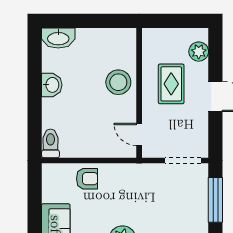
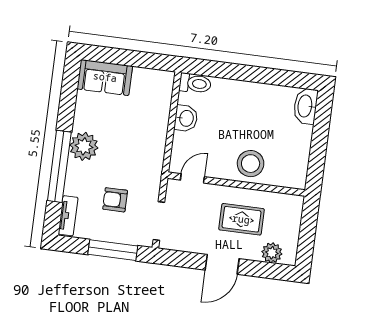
washbasin: (52, 85) -> (186, 118), moved, turned -90
armchair: (87, 179) -> (115, 200), moved, turned 90

